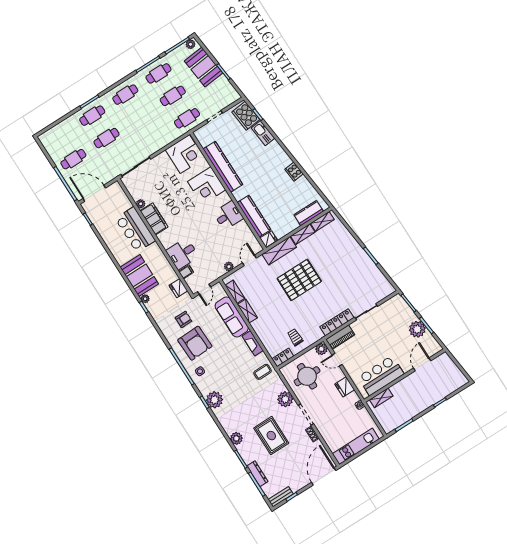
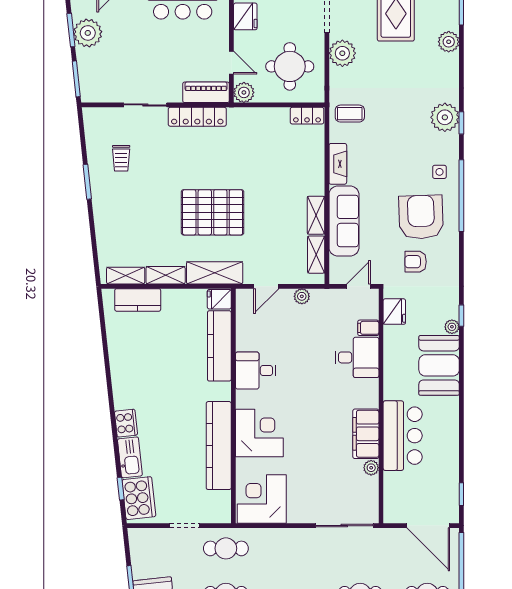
cooker: (294, 172) -> (126, 423), moved
trolley: (295, 337) -> (121, 158), moved

